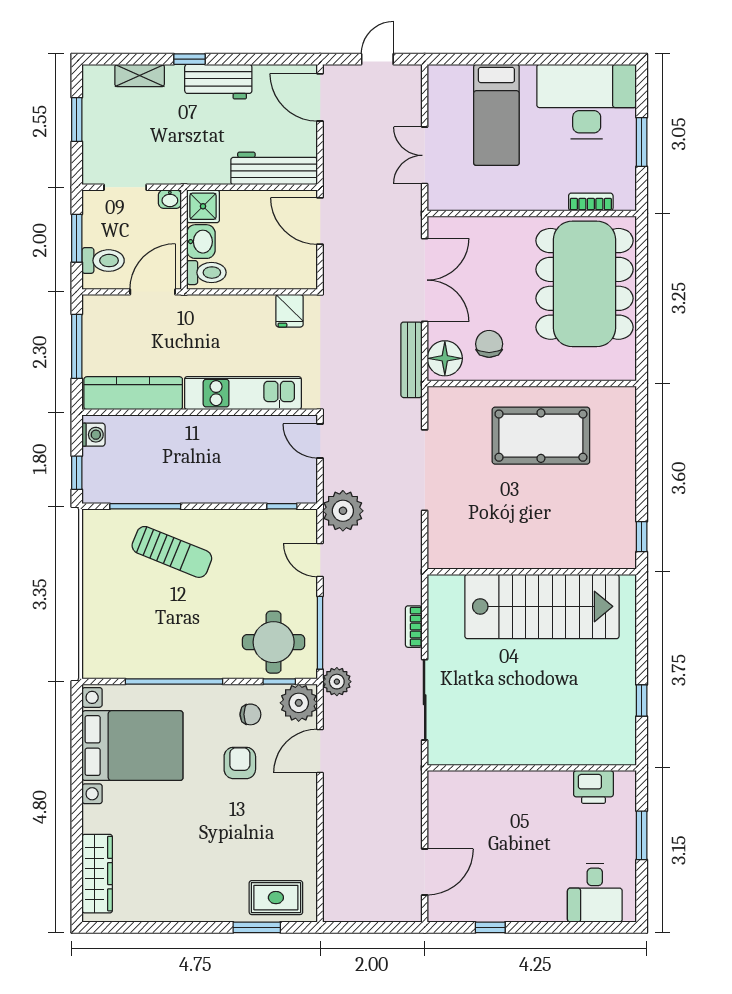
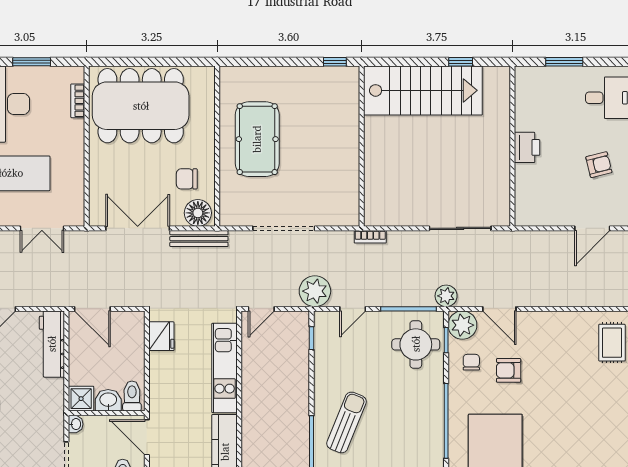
door: (320, 221) -> (92, 309), hinge flipped
fridge: (290, 311) -> (161, 336), width x1.38
stairs: (542, 606) -> (423, 90), moved, turned 90
bookcase: (414, 627) -> (370, 237), moved
printer: (593, 787) -> (527, 147), moved
door: (425, 872) -> (592, 228), swing flipped
armchair: (508, 881) -> (599, 165), added

